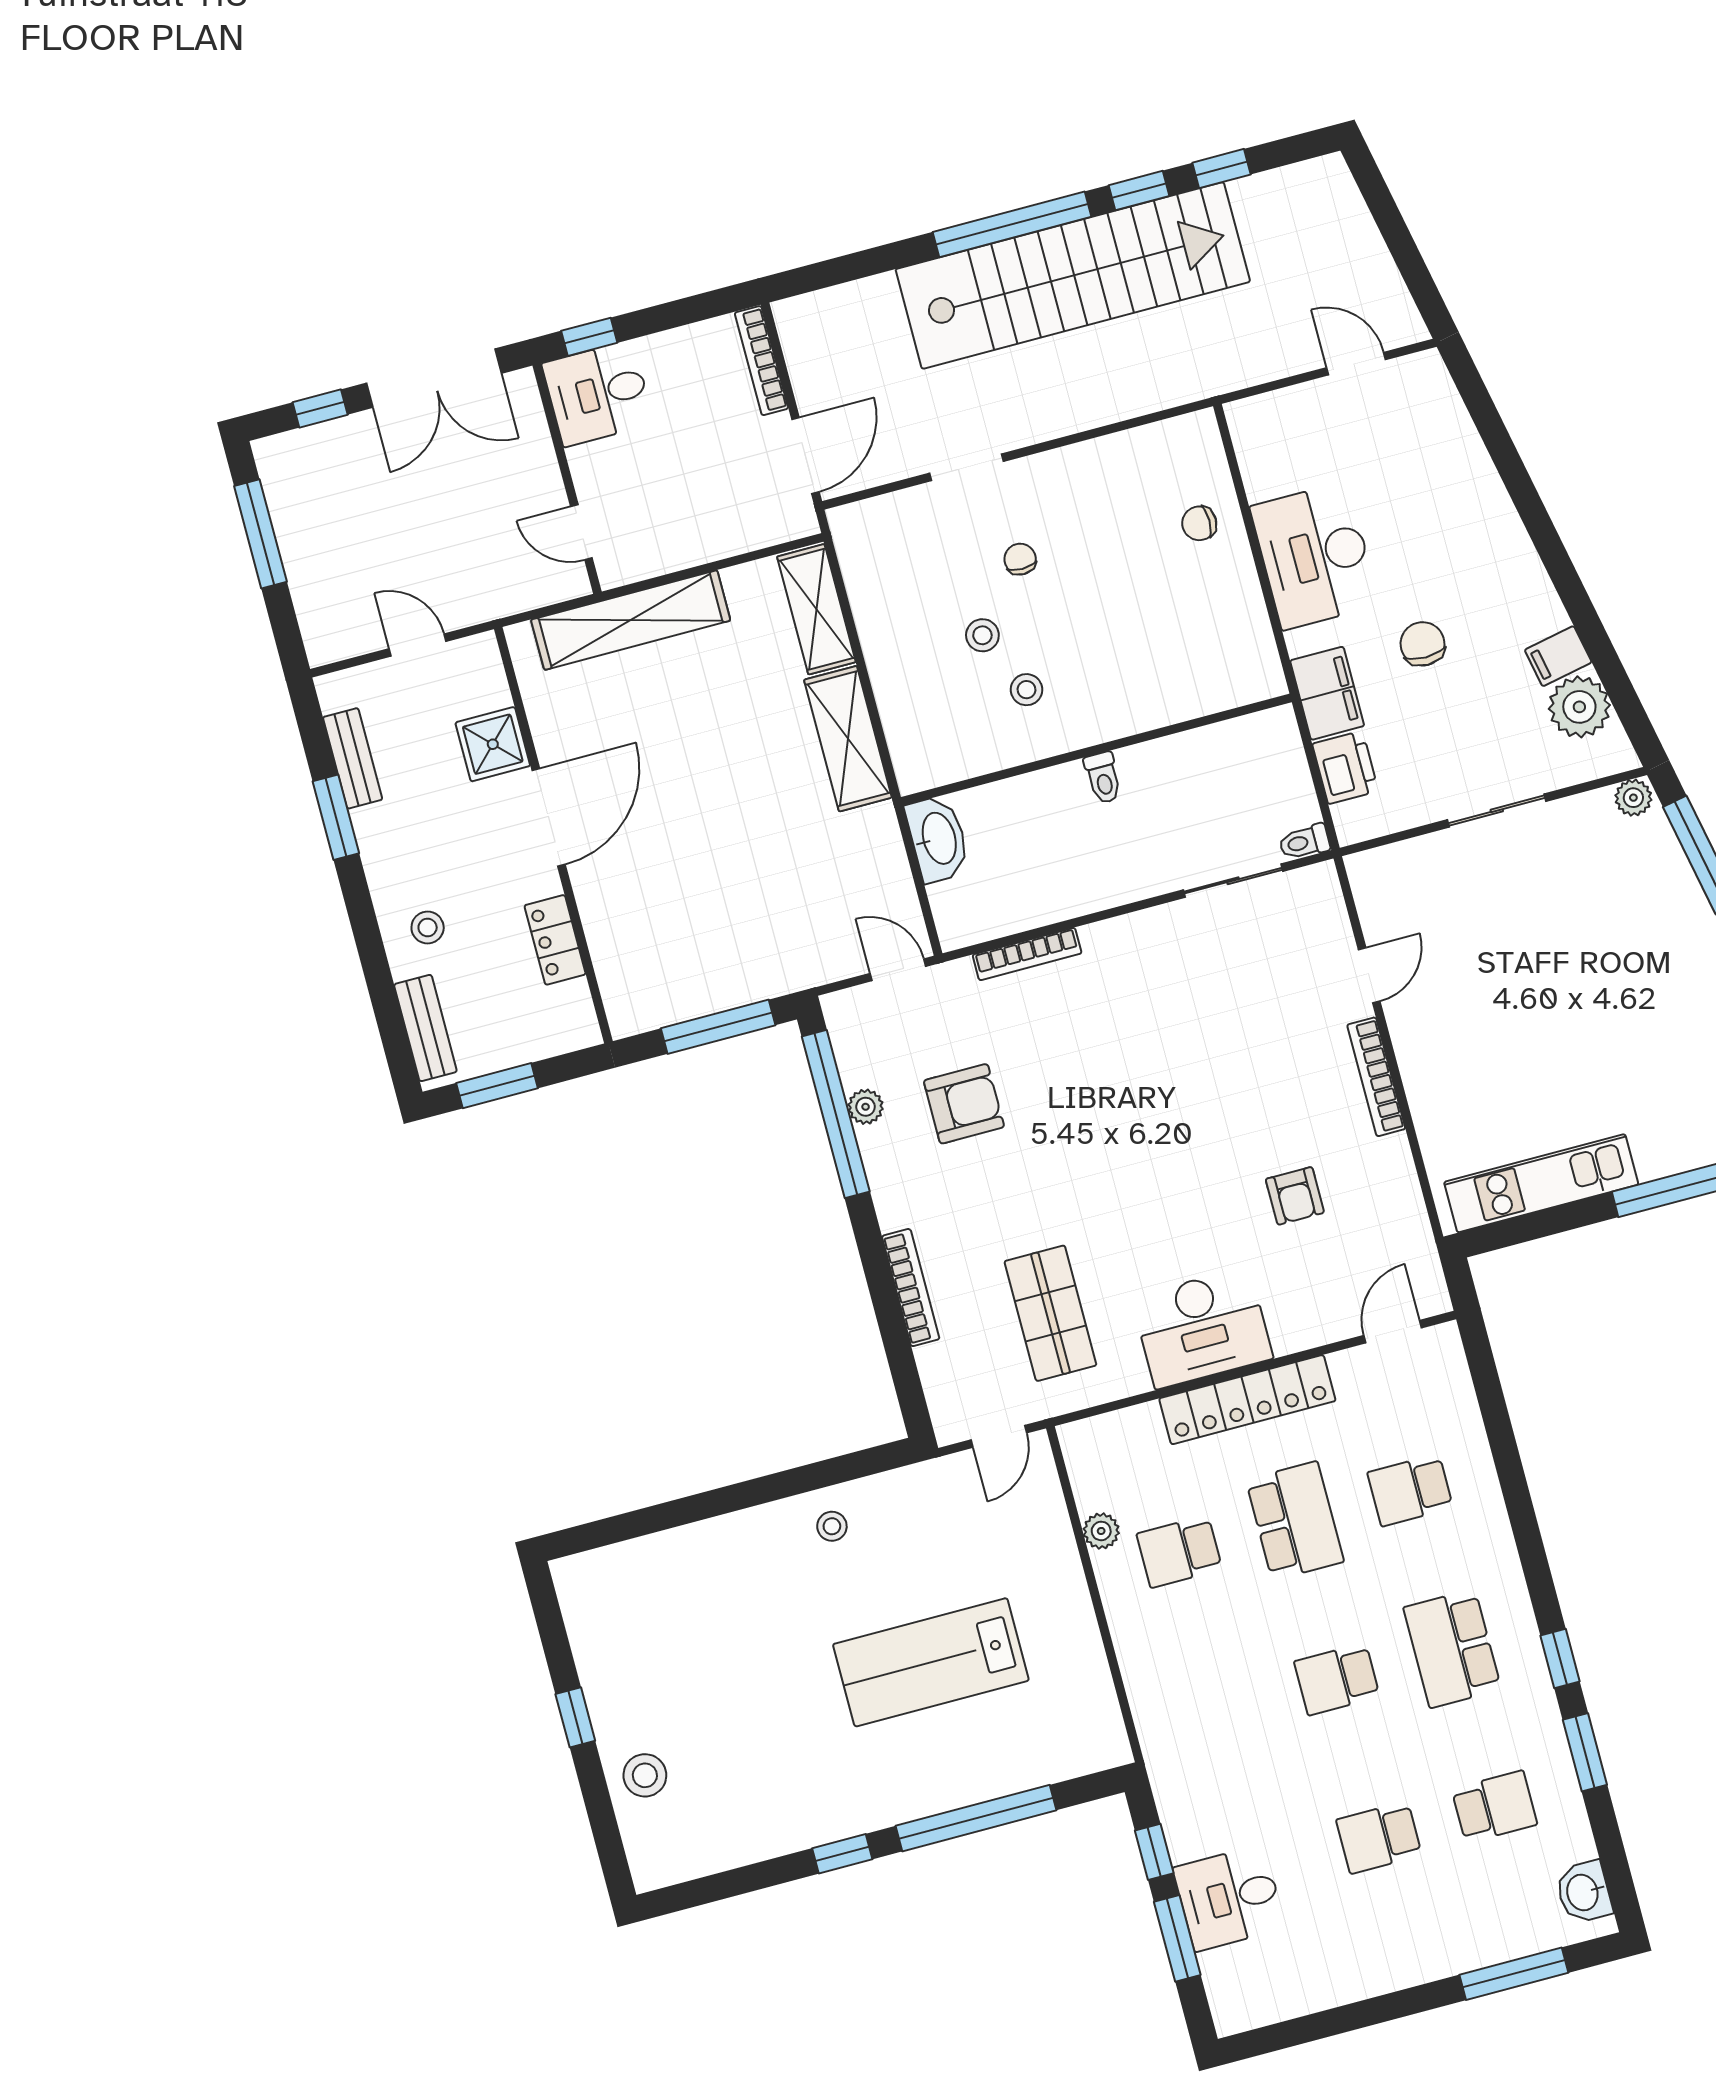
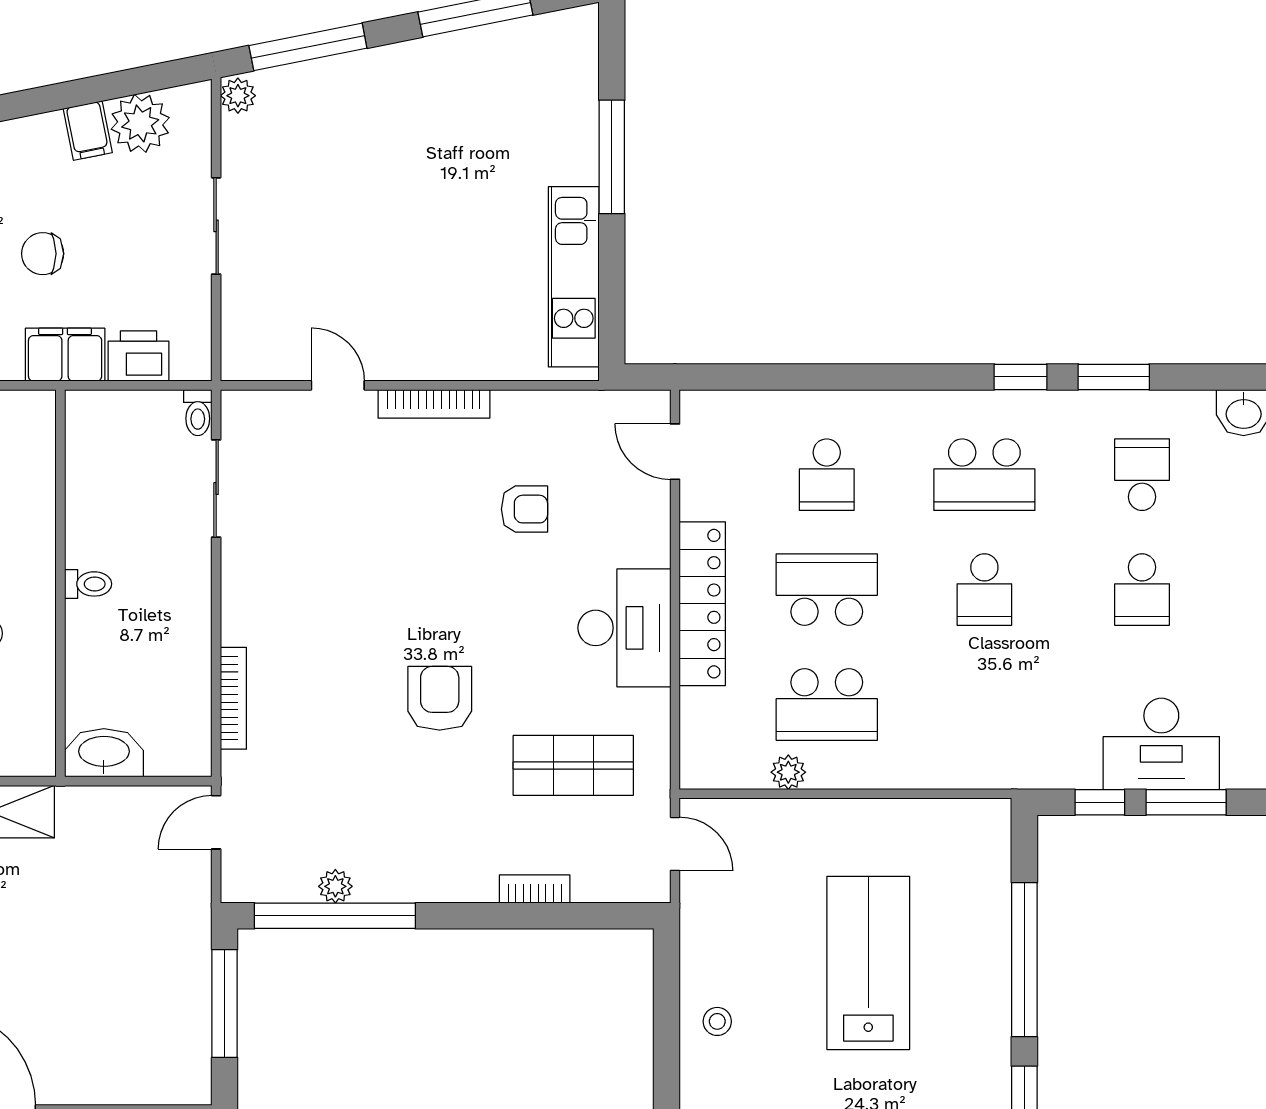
armchair: (964, 1104) -> (440, 698), moved
bookcase: (911, 1288) -> (535, 889), width x0.64
school desk: (1179, 1552) -> (827, 704), width x1.85
lab bench: (931, 1662) -> (868, 963), turned 180
desk: (1229, 1898) -> (1161, 744), width x1.37

